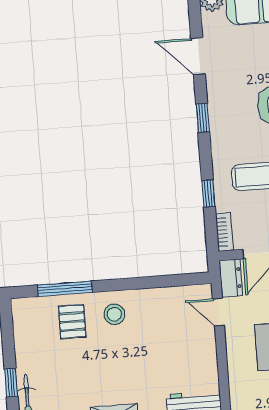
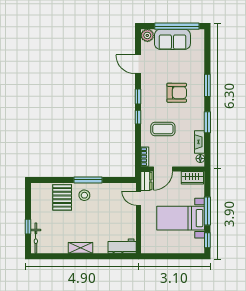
window: (208, 194) -> (138, 117), moved
window: (65, 289) -> (88, 180), moved
pallet: (72, 322) -> (62, 197), width x1.50, depth x1.42

